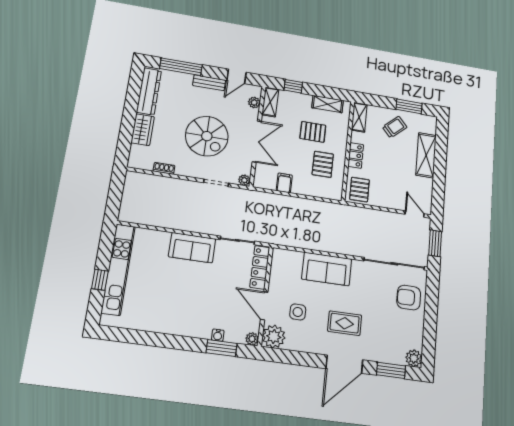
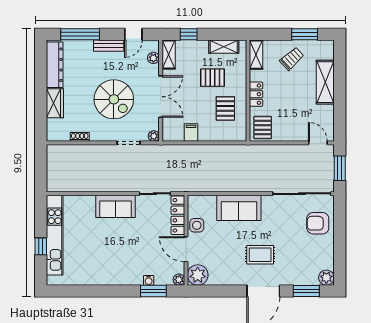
side table: (298, 312) -> (197, 225), moved

